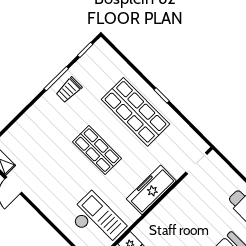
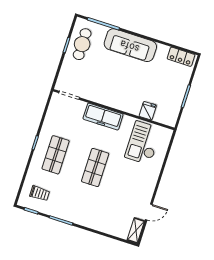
trolley: (69, 90) -> (40, 193), moved
shop shelf: (136, 112) -> (56, 155), width x0.70, depth x0.74

